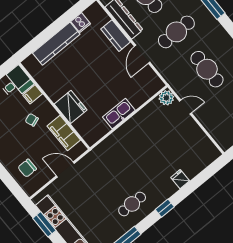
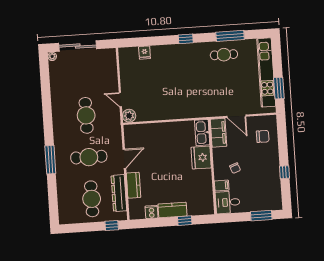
window: (44, 37) -> (185, 221), added
kitchen counter: (56, 44) -> (172, 210), width x0.67
kitchen sink: (119, 114) -> (202, 133), moved, turned 90
filing cabinet: (64, 133) -> (219, 133), moved
fridge: (180, 179) -> (145, 53), moved
cafe table: (132, 204) -> (224, 55), moved

